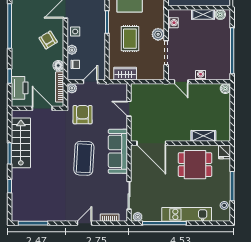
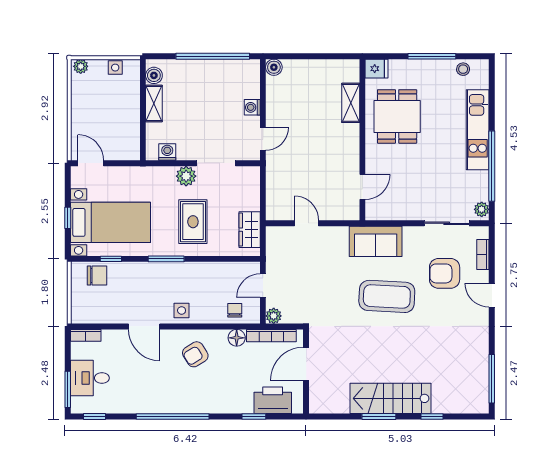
rug: (130, 39) -> (193, 222), turned 90
plant: (72, 50) -> (211, 316), removed
door: (90, 82) -> (263, 286), hinge flipped
door: (129, 109) -> (307, 223), swing flipped
armchair: (83, 115) -> (445, 273), moved
stairs: (21, 143) -> (390, 398), moved
door: (151, 143) -> (362, 187), width x0.53
sofa: (118, 151) -> (376, 241), width x0.73

